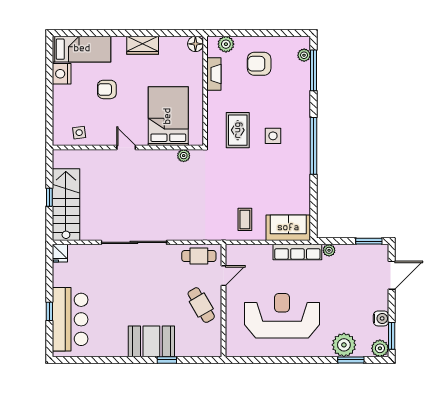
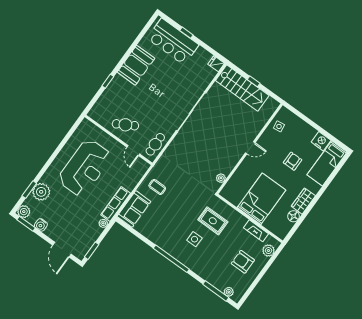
floor lamp: (195, 44) -> (294, 216), moved
armchair: (259, 64) -> (243, 262), turned -90
bed: (168, 116) -> (262, 199), moved, turned -90
booth: (151, 341) -> (136, 65), moved

